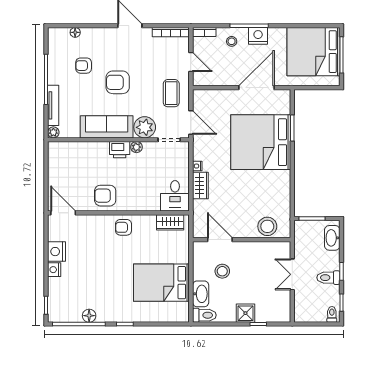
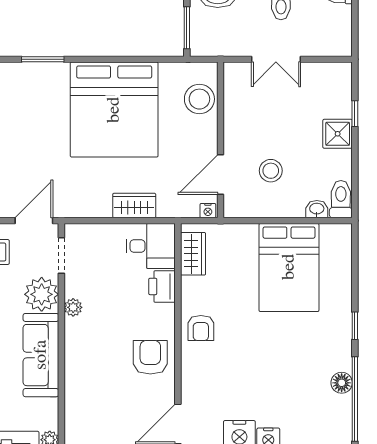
bed: (261, 142) -> (114, 110), moved
printer: (120, 150) -> (162, 286), moved, turned 180
nightstand: (197, 166) -> (208, 211), moved
armchair: (105, 196) -> (150, 357), turned 180
washbasin: (201, 294) -> (317, 209), width x0.52, depth x0.69

